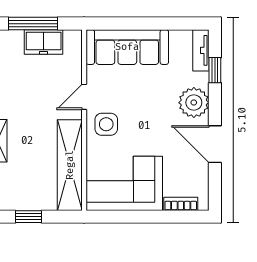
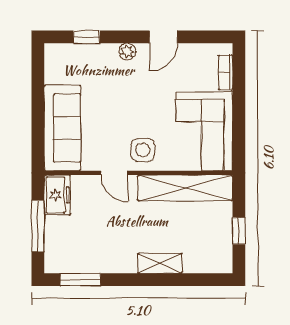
freezer: (44, 42) -> (57, 195), moved
tv unit: (201, 50) -> (66, 51), removed
plant: (194, 103) -> (127, 52), width x0.53, depth x0.53
door: (215, 144) -> (163, 37), width x0.73

